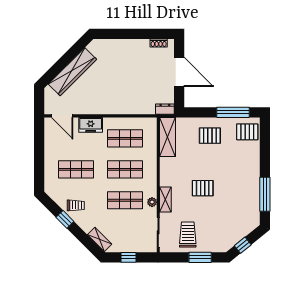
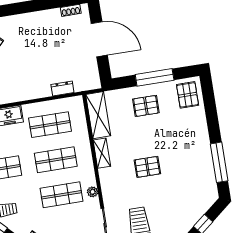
dresser: (165, 109) -> (62, 89), moved
window: (233, 112) -> (155, 77), moved
pallet: (247, 132) -> (188, 95), turned 90
shelving: (165, 200) -> (102, 153), moved

